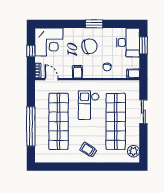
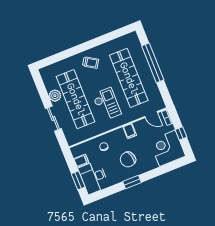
filing cabinet: (133, 74) -> (81, 161), moved
plant: (133, 151) -> (55, 96), moved

